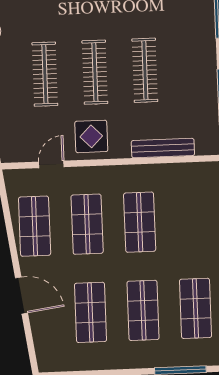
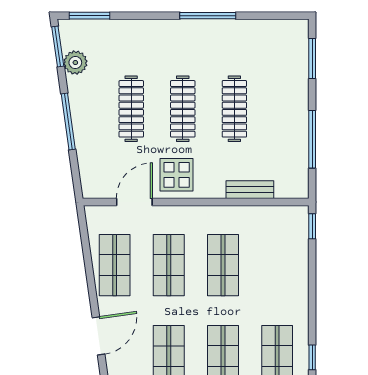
bench: (163, 148) -> (250, 190), width x0.73
door: (51, 164) -> (134, 202), width x1.38
door: (22, 295) -> (98, 336), hinge flipped

